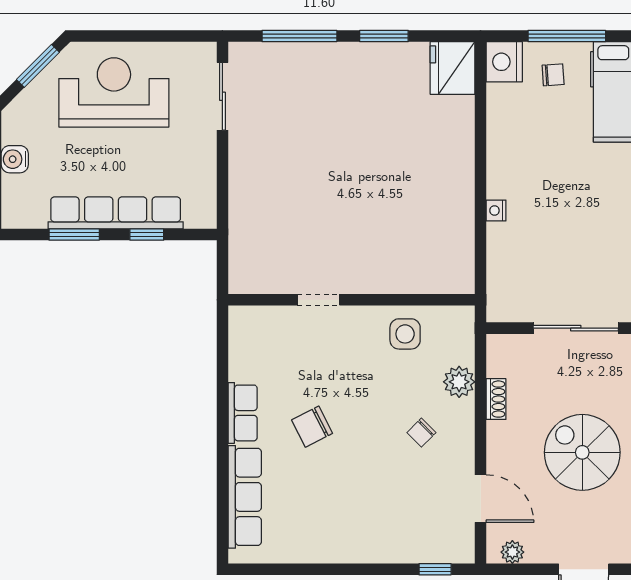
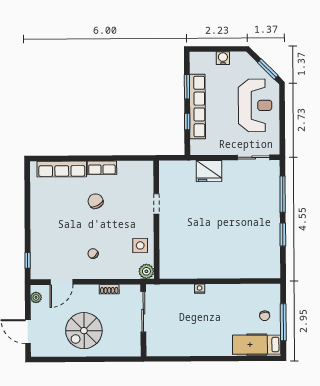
nightstand: (504, 62) -> (271, 292), removed
fridge: (453, 68) -> (209, 171), moved, turned 180
sliding door: (576, 328) -> (143, 312), moved
plant: (459, 382) -> (146, 271), moved
spiral stairs: (582, 452) -> (84, 331), turned 180

